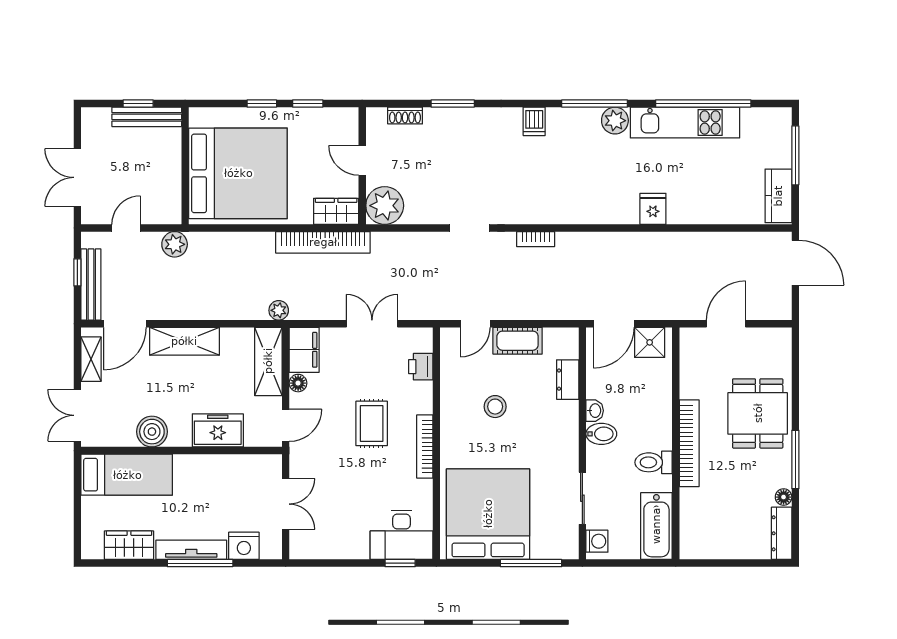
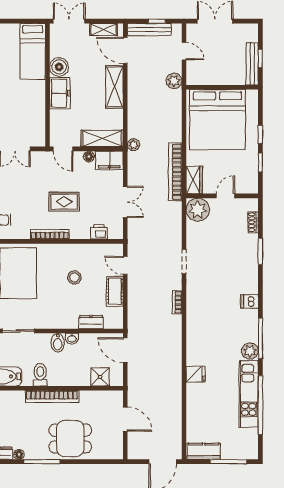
shower: (650, 342) -> (100, 377), moved
freezer: (218, 430) -> (60, 93), moved

